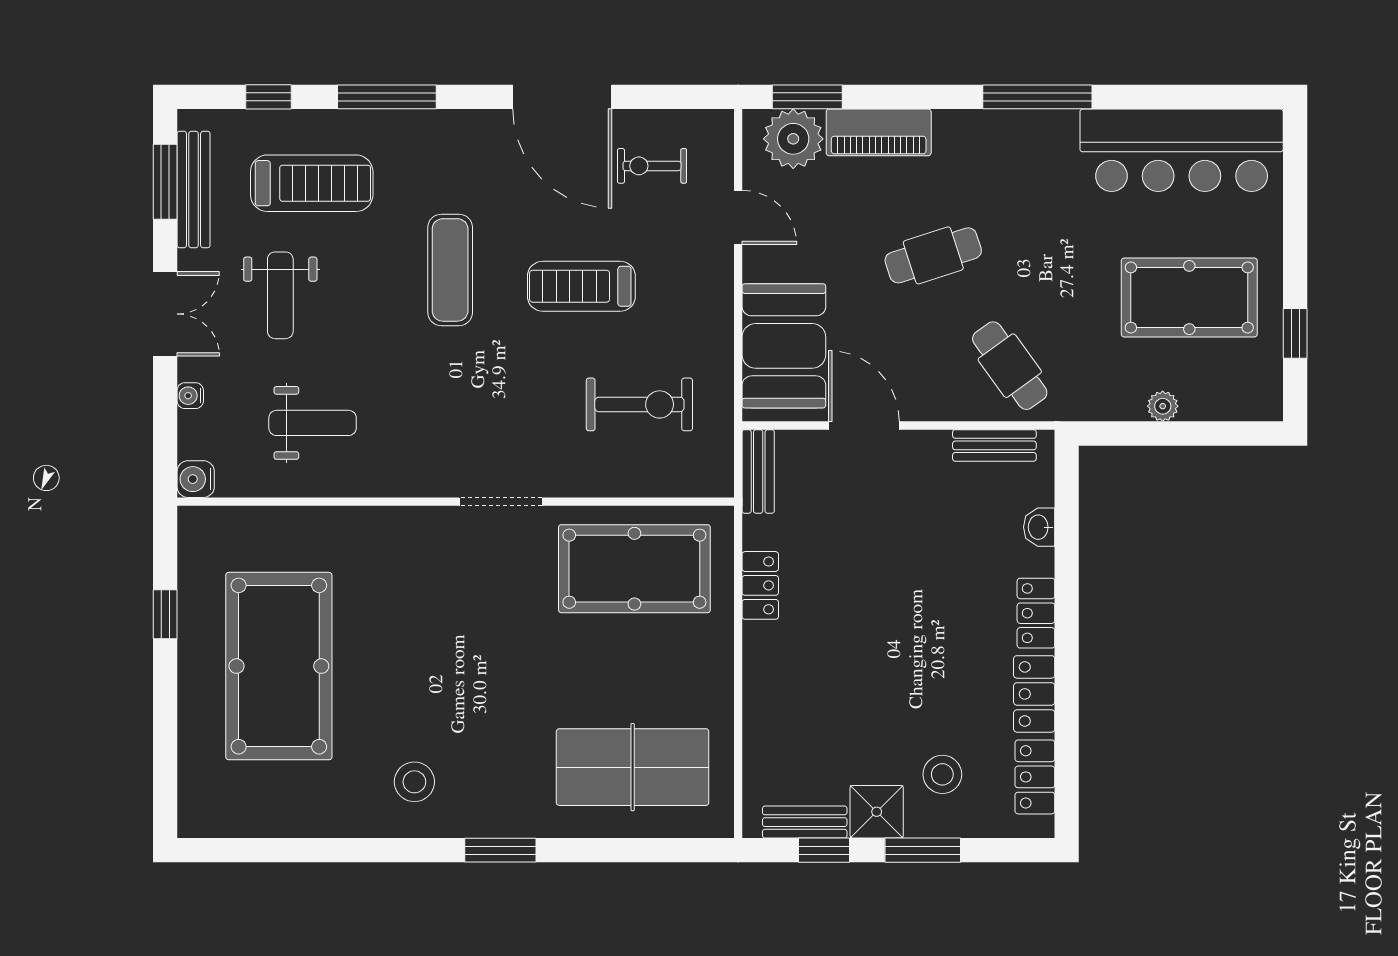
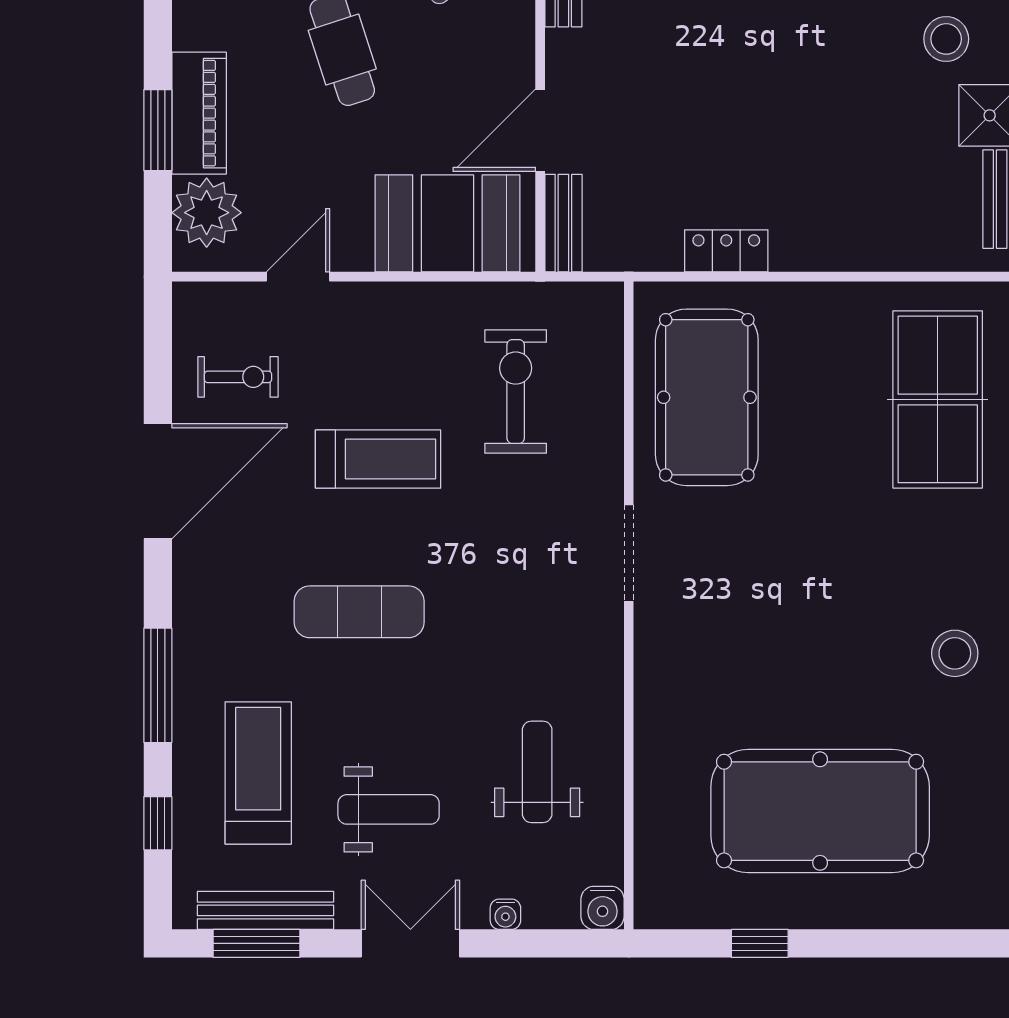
window: (807, 97) -> (158, 130), moved
exercise bike: (652, 166) -> (238, 377), turned -90
treadmill: (581, 286) -> (378, 459), turned -90
bench: (758, 471) -> (563, 223), moved, turned 90

